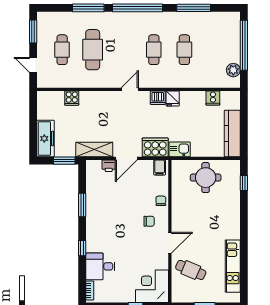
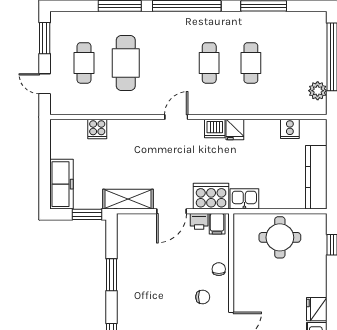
printer: (109, 166) -> (199, 221), moved
fridge: (233, 230) -> (317, 309), added

